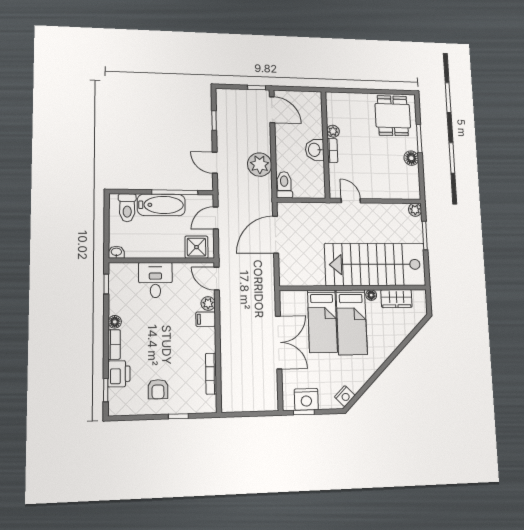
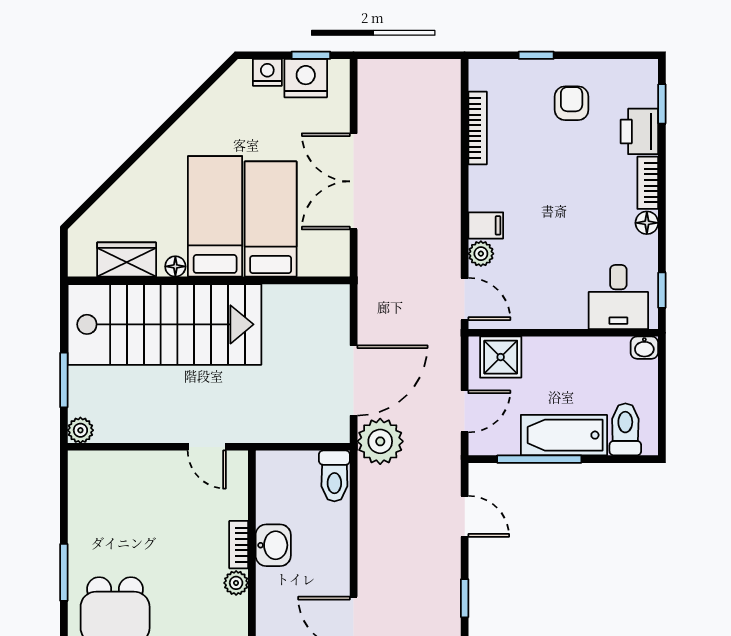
floor lamp: (411, 158) -> (82, 533), removed
plant: (260, 165) -> (380, 441), moved
desk: (155, 280) -> (618, 297), moved
nightstand: (345, 396) -> (267, 72), moved, turned 45

